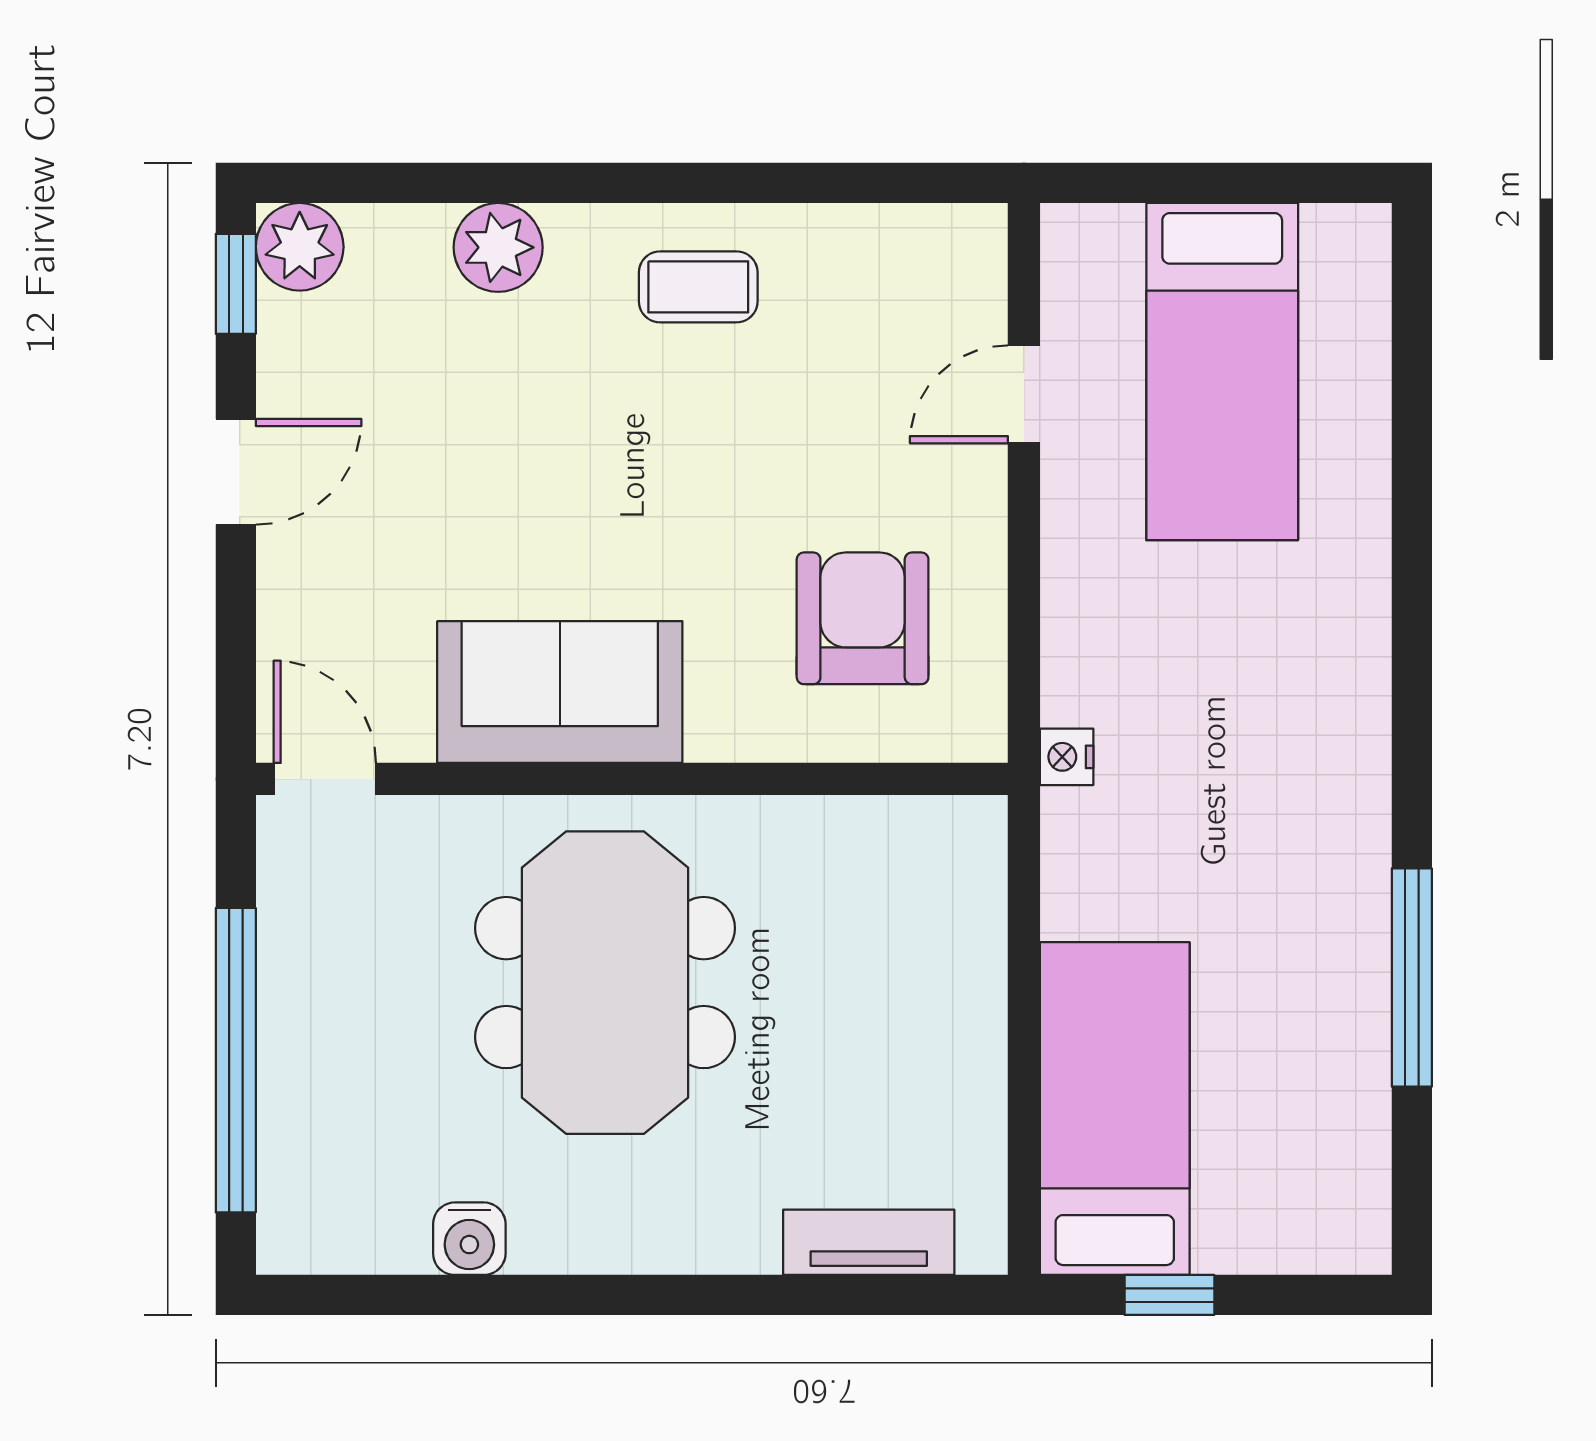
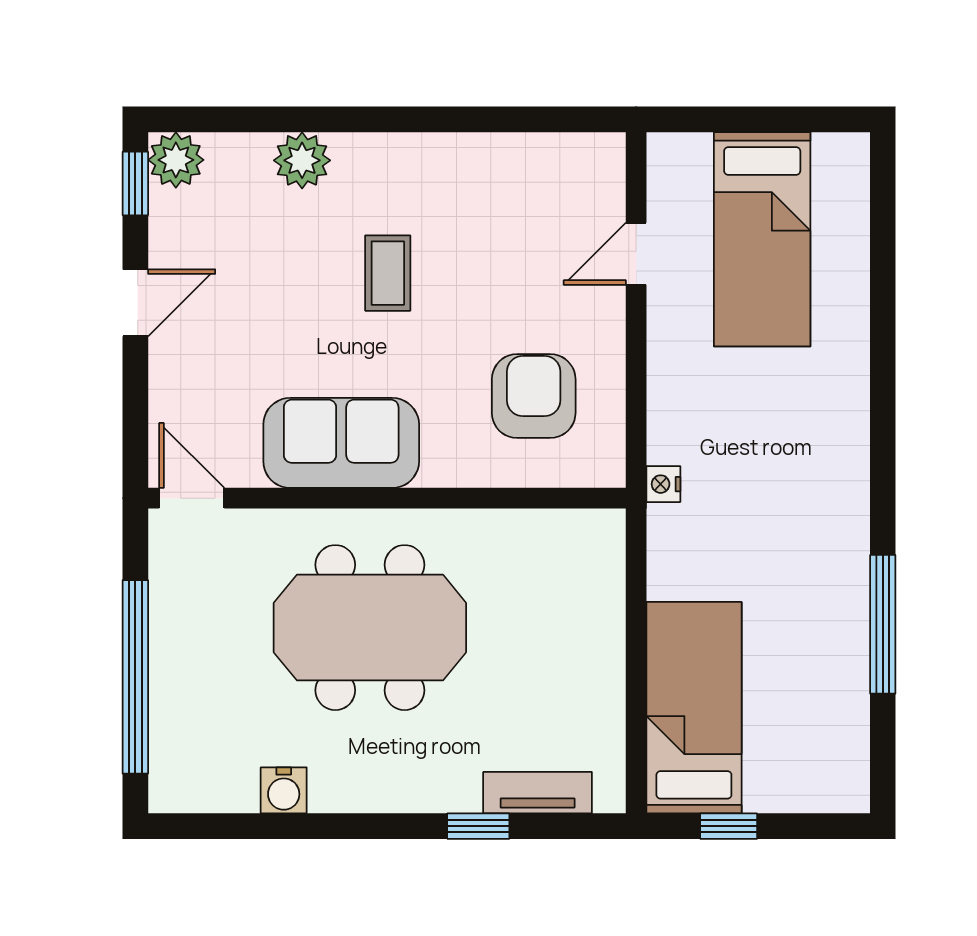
coffee table: (698, 287) -> (388, 273), moved, turned 90
meeting table: (605, 983) -> (370, 628), turned 90
window: (776, 1295) -> (478, 826), added

